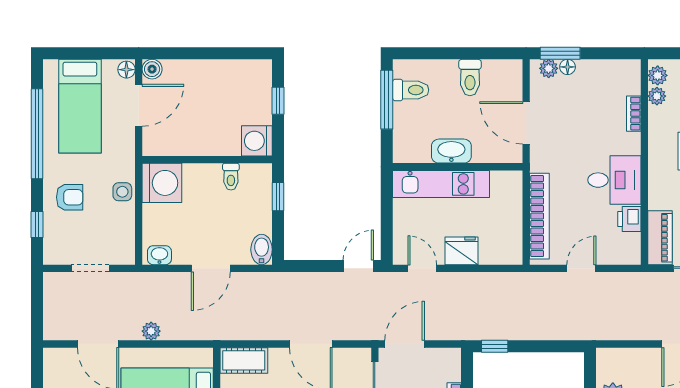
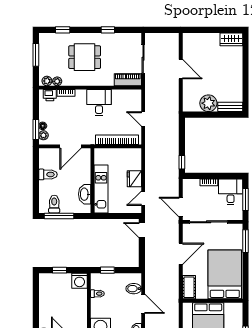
washbasin: (451, 151) -> (85, 194), moved
printer: (629, 219) -> (50, 95), moved
bidet: (262, 250) -> (134, 289), moved

